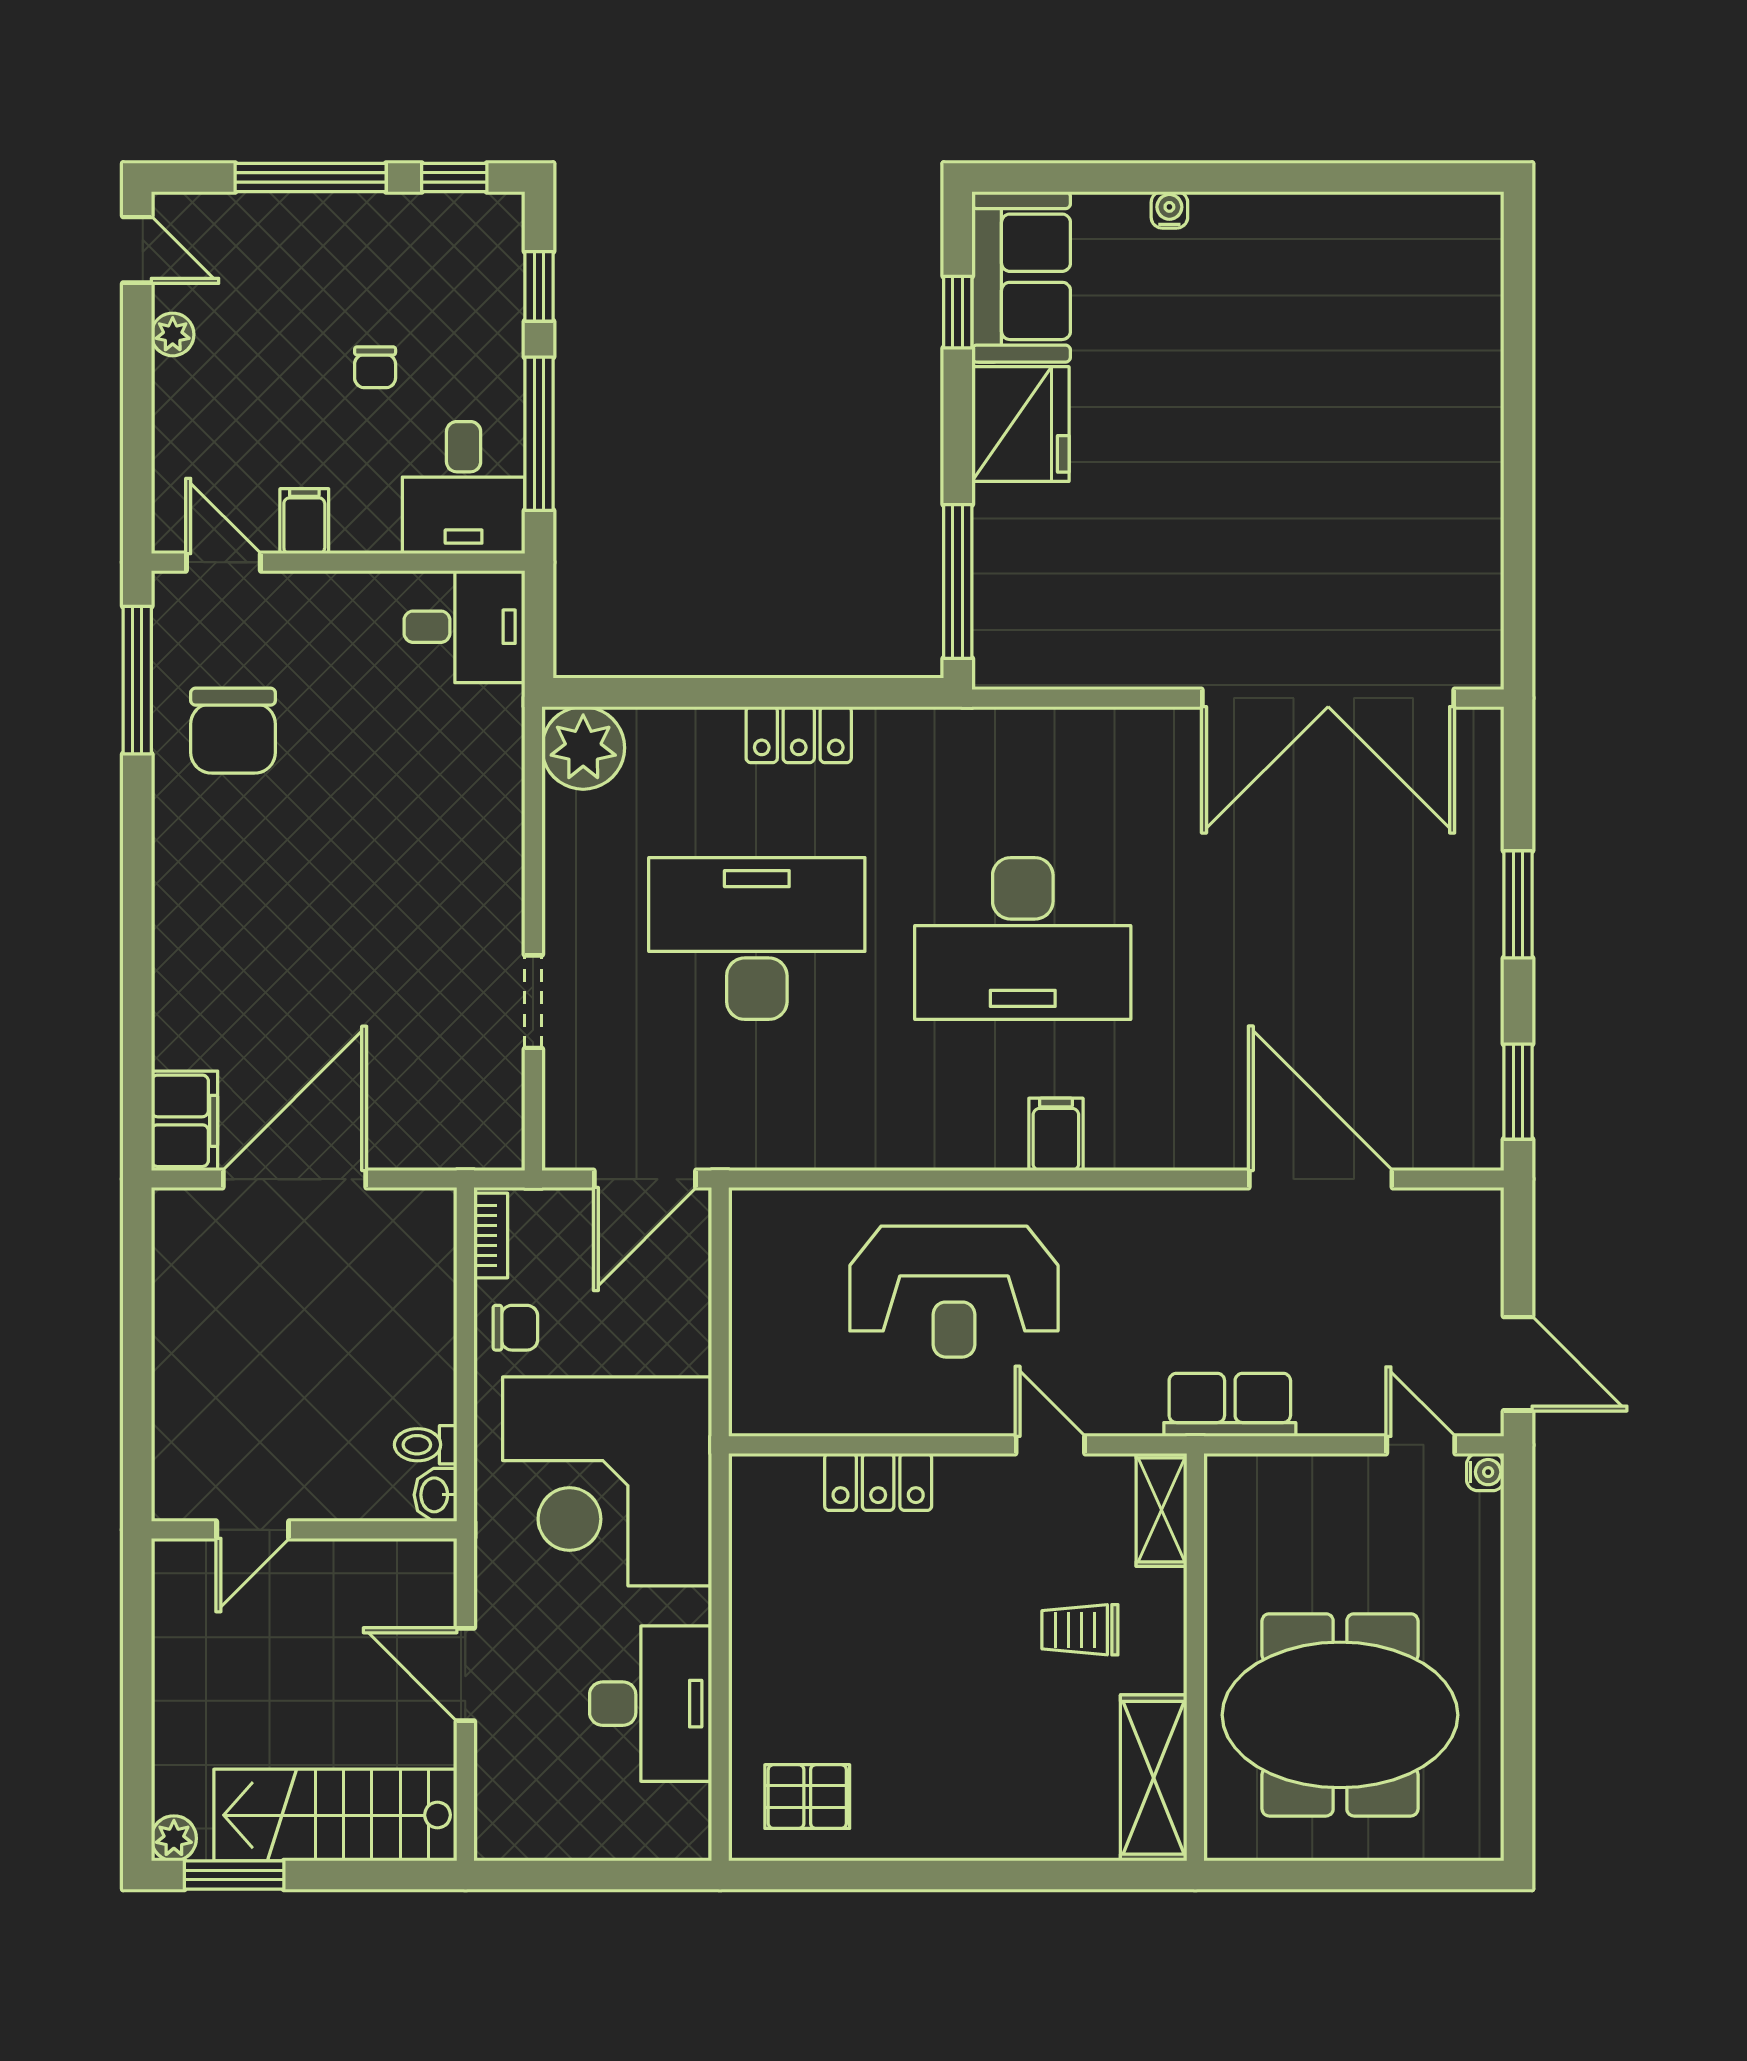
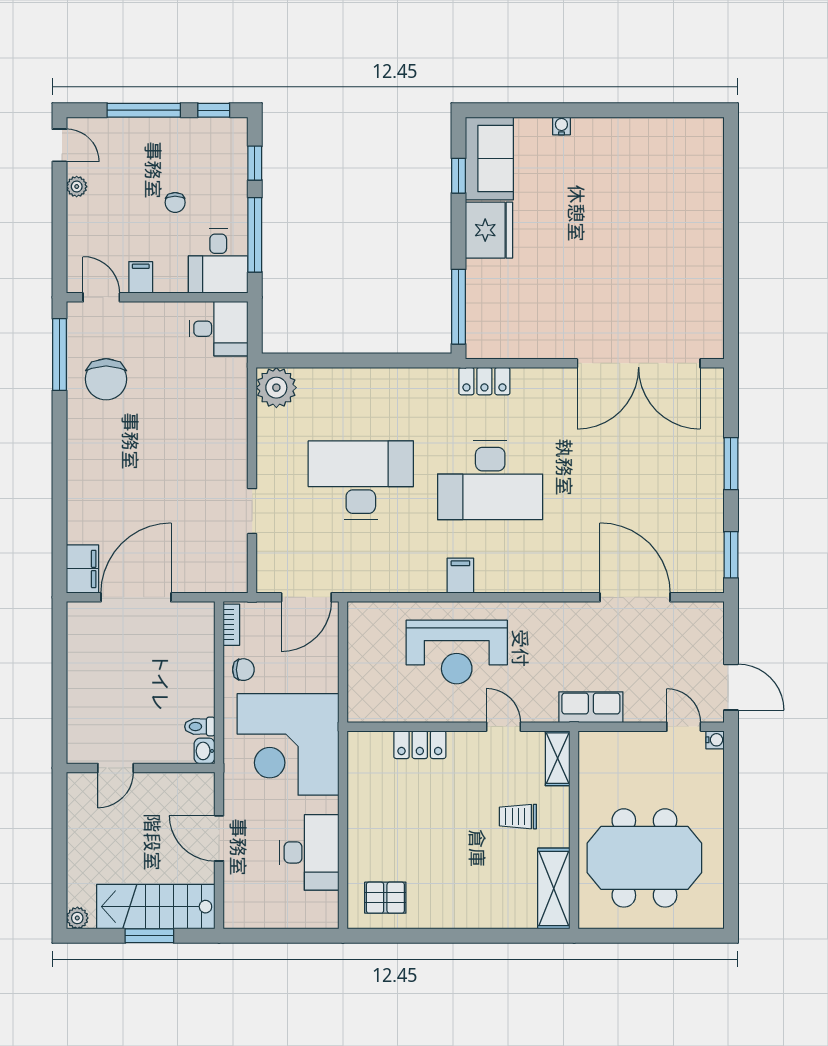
locker: (799, 735) -> (484, 381), moved
filing cabinet: (1056, 1134) -> (460, 576), moved
window: (234, 1875) -> (149, 936), moved

